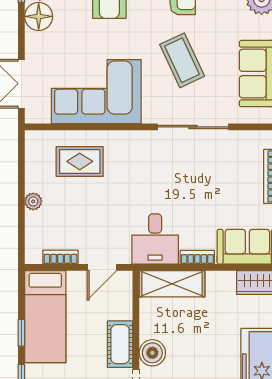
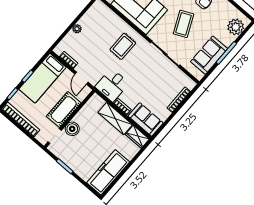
rug: (80, 161) -> (123, 46), moved, turned 90
door: (102, 267) -> (81, 78), hinge flipped
shelving: (172, 284) -> (115, 119), moved
cot: (120, 344) -> (64, 110), width x1.37, depth x1.34

